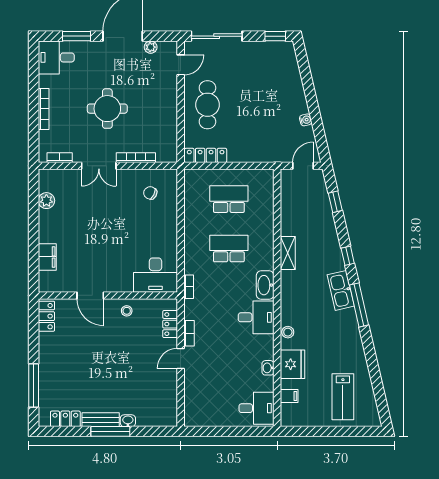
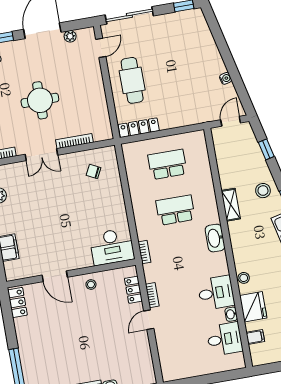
stool: (324, 244) -> (263, 191), added
desk: (256, 317) -> (216, 293), moved
desk: (257, 408) -> (225, 339), moved

